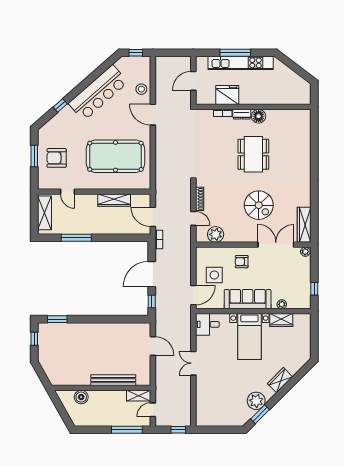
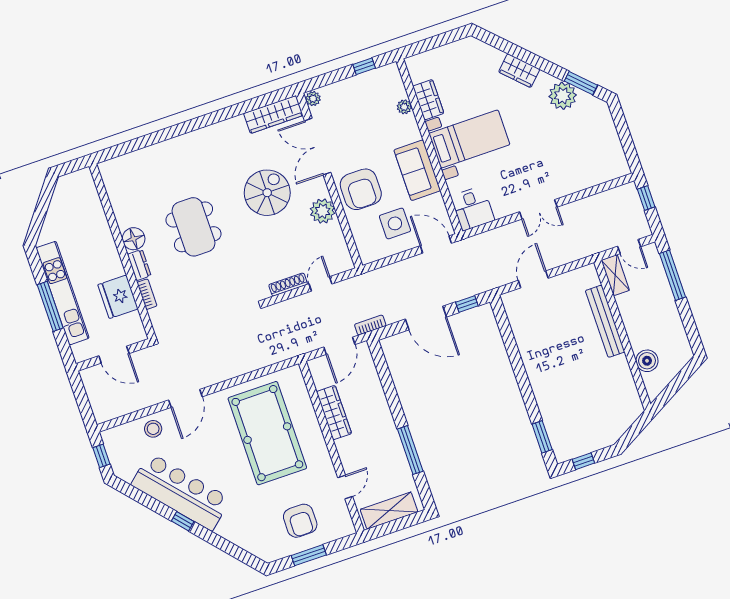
window: (60, 106) -> (183, 521), moved
dining table: (253, 154) -> (193, 227), turned 90
plant: (216, 234) -> (323, 211), moved
armchair: (242, 262) -> (361, 189), width x1.88, depth x1.88
sofa: (248, 299) -> (417, 170), width x0.73

